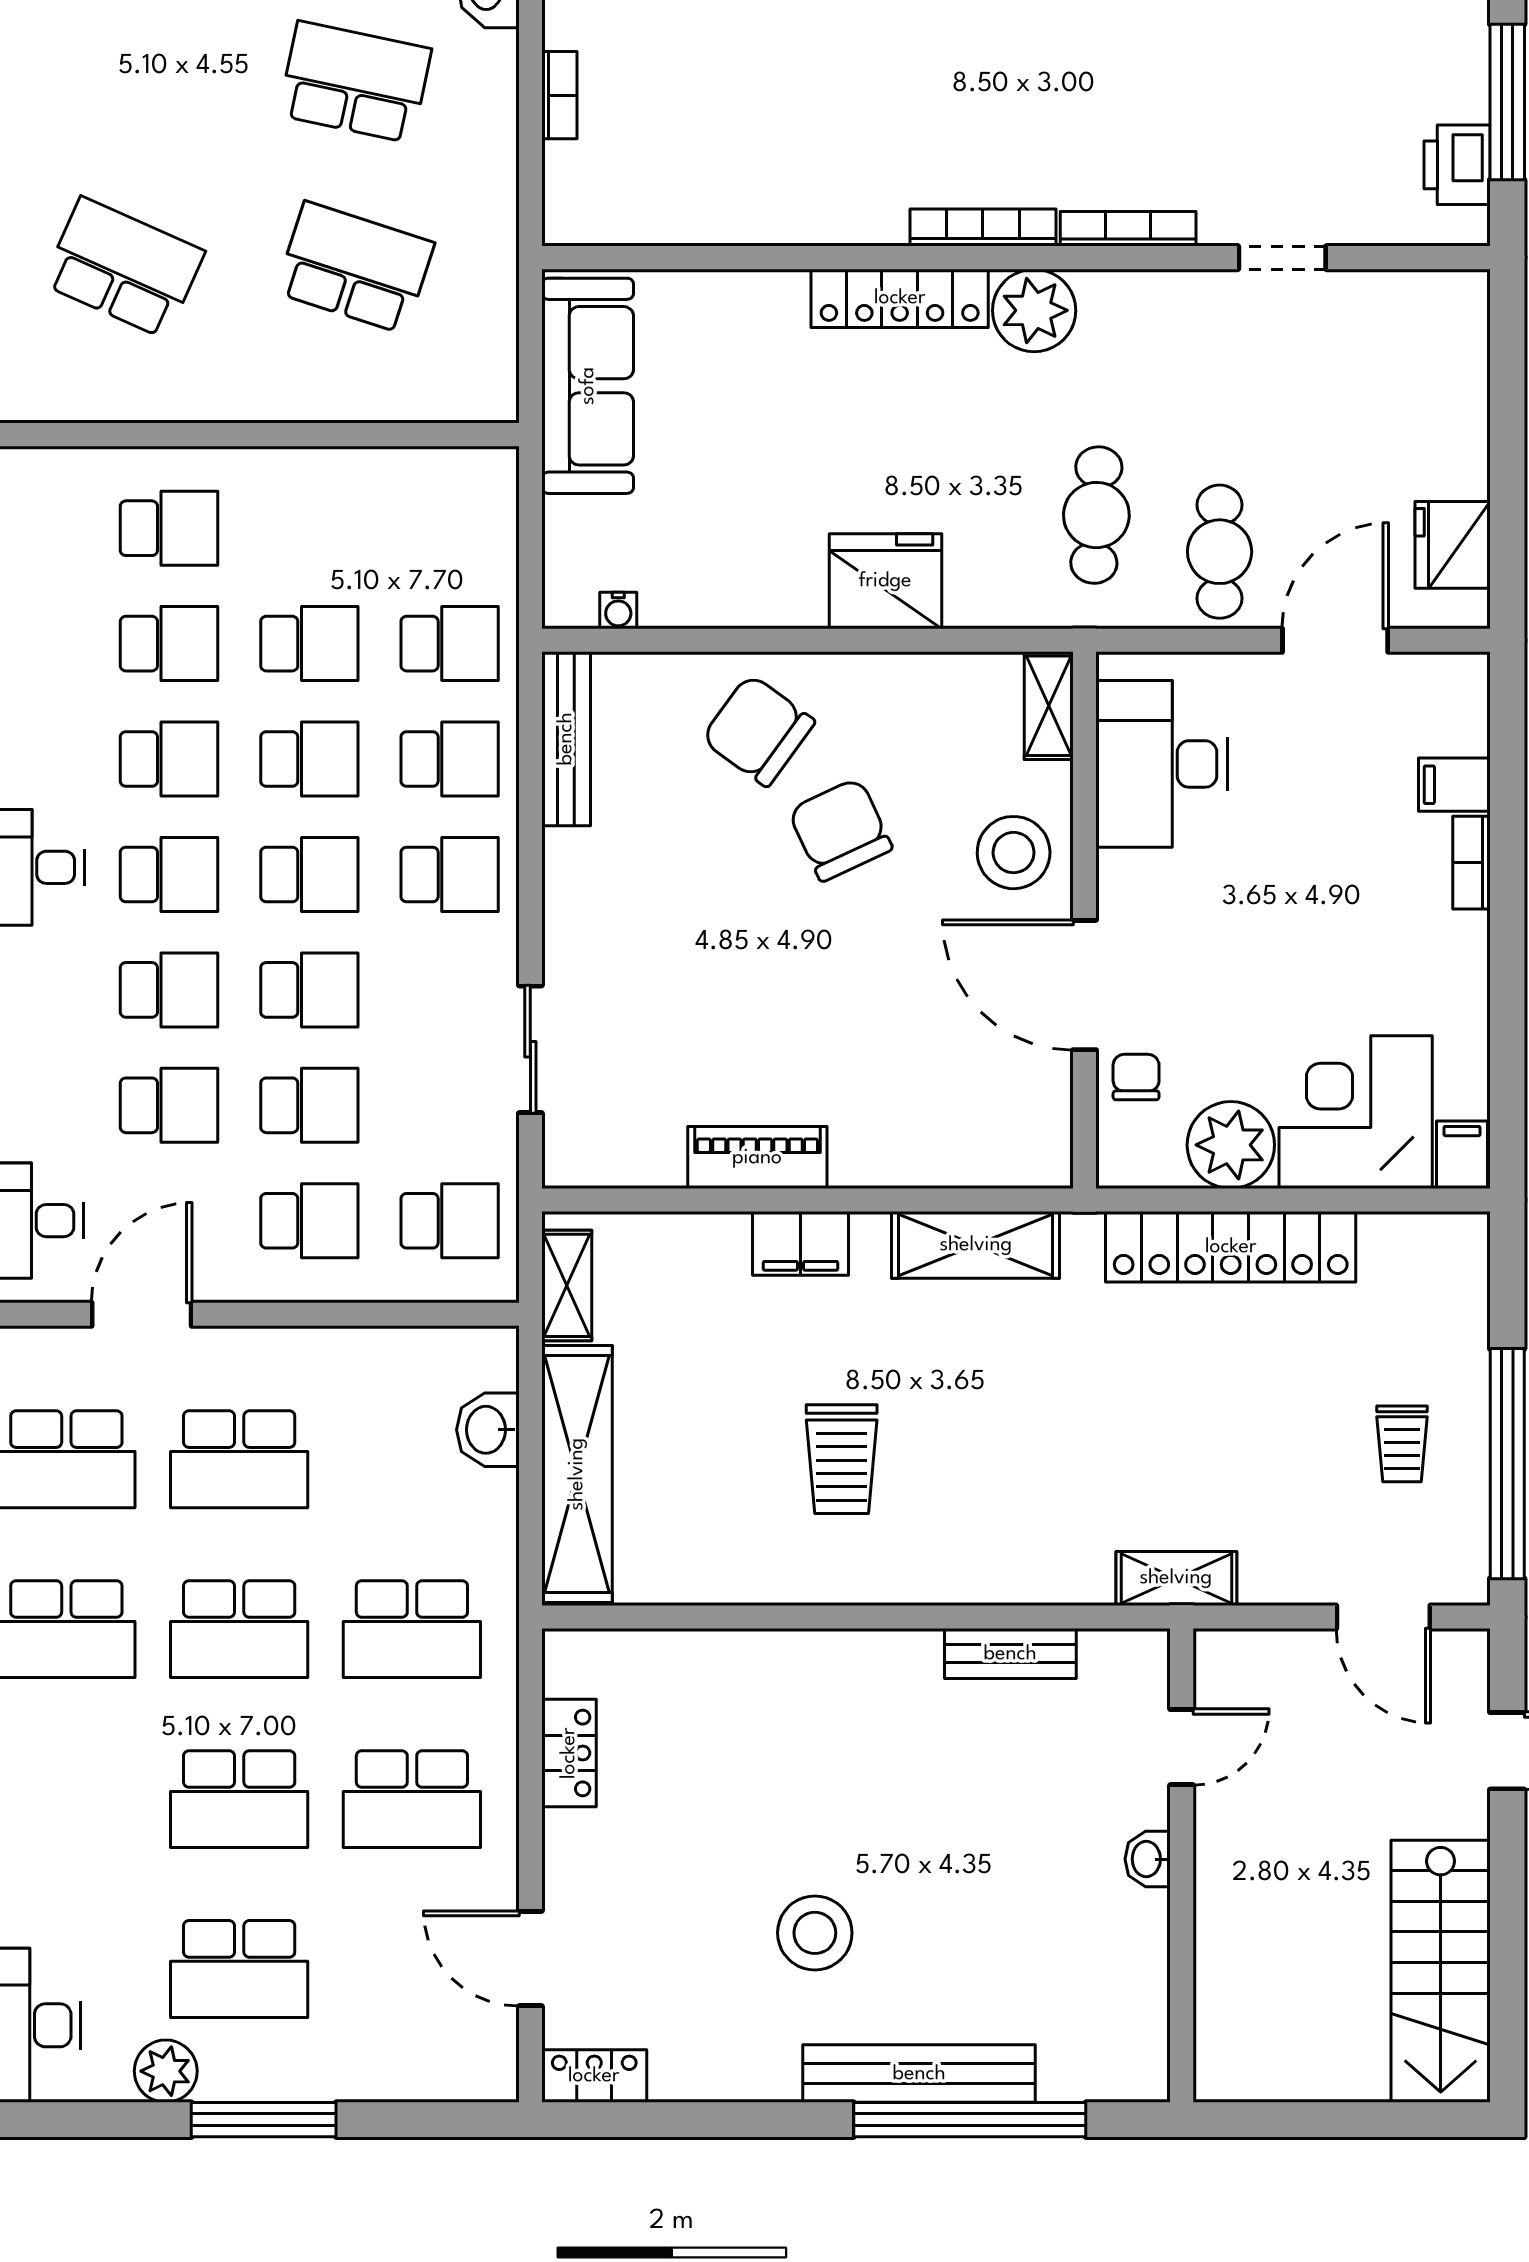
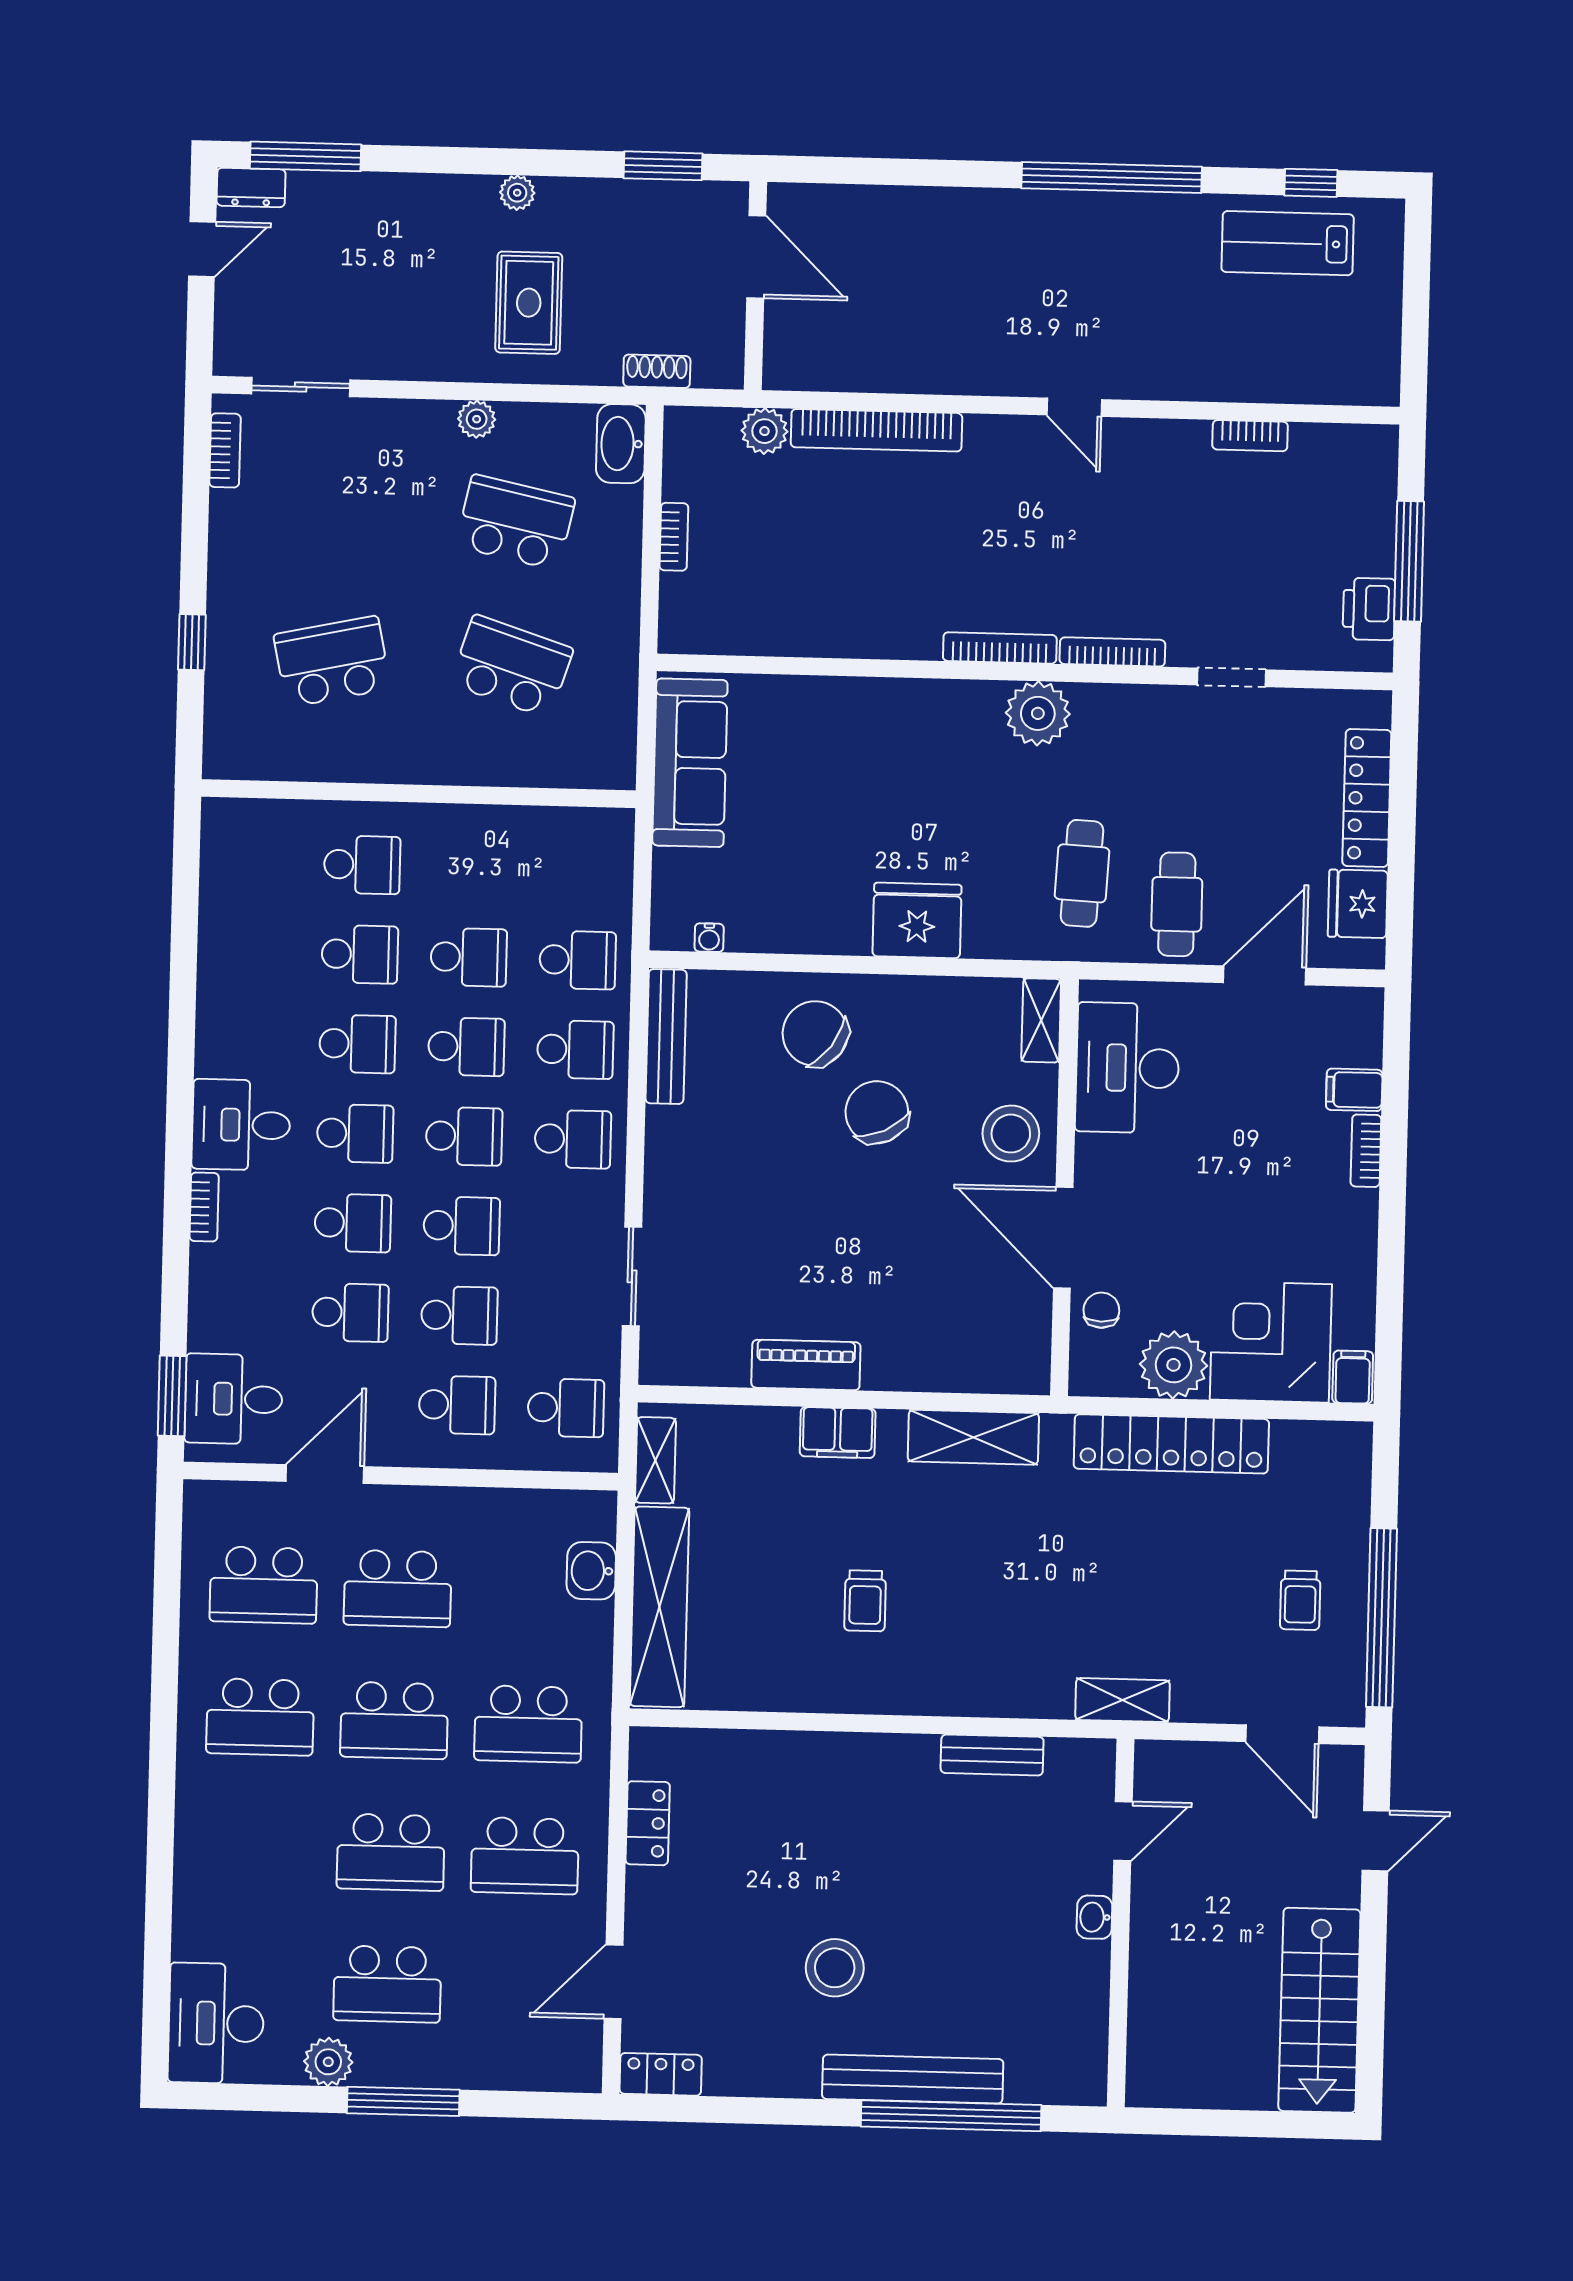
school desk: (123, 268) -> (332, 662), turned -36
locker: (900, 298) -> (1367, 798), moved, turned 90
trolley: (842, 1459) -> (865, 1601), width x0.73, depth x0.72
door: (530, 1959) -> (614, 1982), hinge flipped

